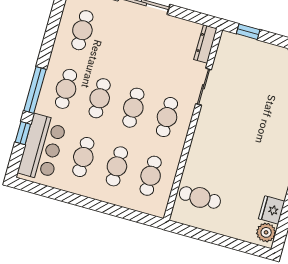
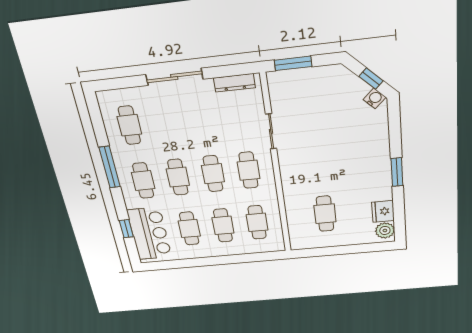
window: (248, 32) -> (293, 63), width x1.50
dresser: (205, 44) -> (234, 83), moved, turned -90
window: (35, 90) -> (110, 167), moved
cafe table: (200, 197) -> (325, 214), moved, turned 90

